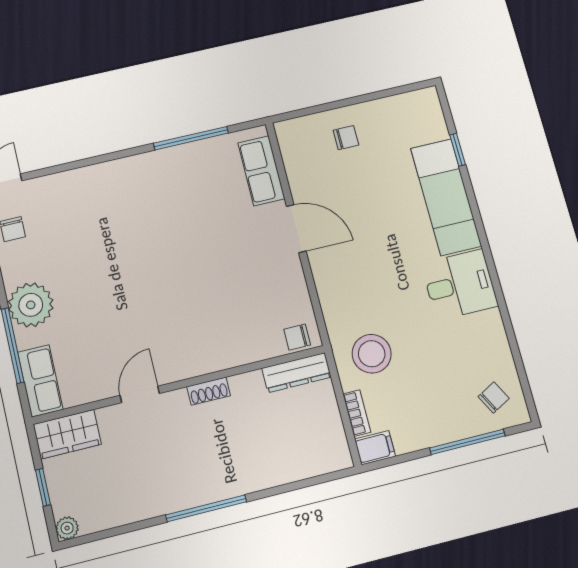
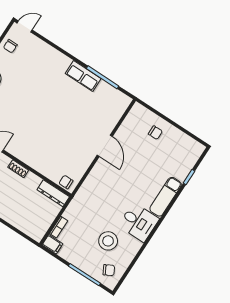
row of seats: (261, 171) -> (83, 76), moved, turned -90
exam couch: (446, 197) -> (166, 197), width x0.73, depth x0.69
stool: (372, 354) -> (108, 241), moved

